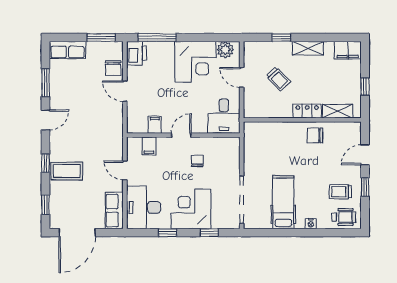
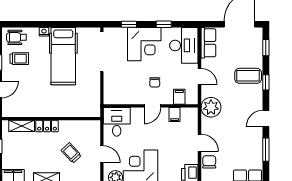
plant: (111, 133) -> (211, 107), added
chair: (315, 135) -> (40, 106), removed
chair: (197, 161) -> (155, 82), moved
hospital bed: (283, 202) -> (63, 56), width x1.37, depth x1.29

